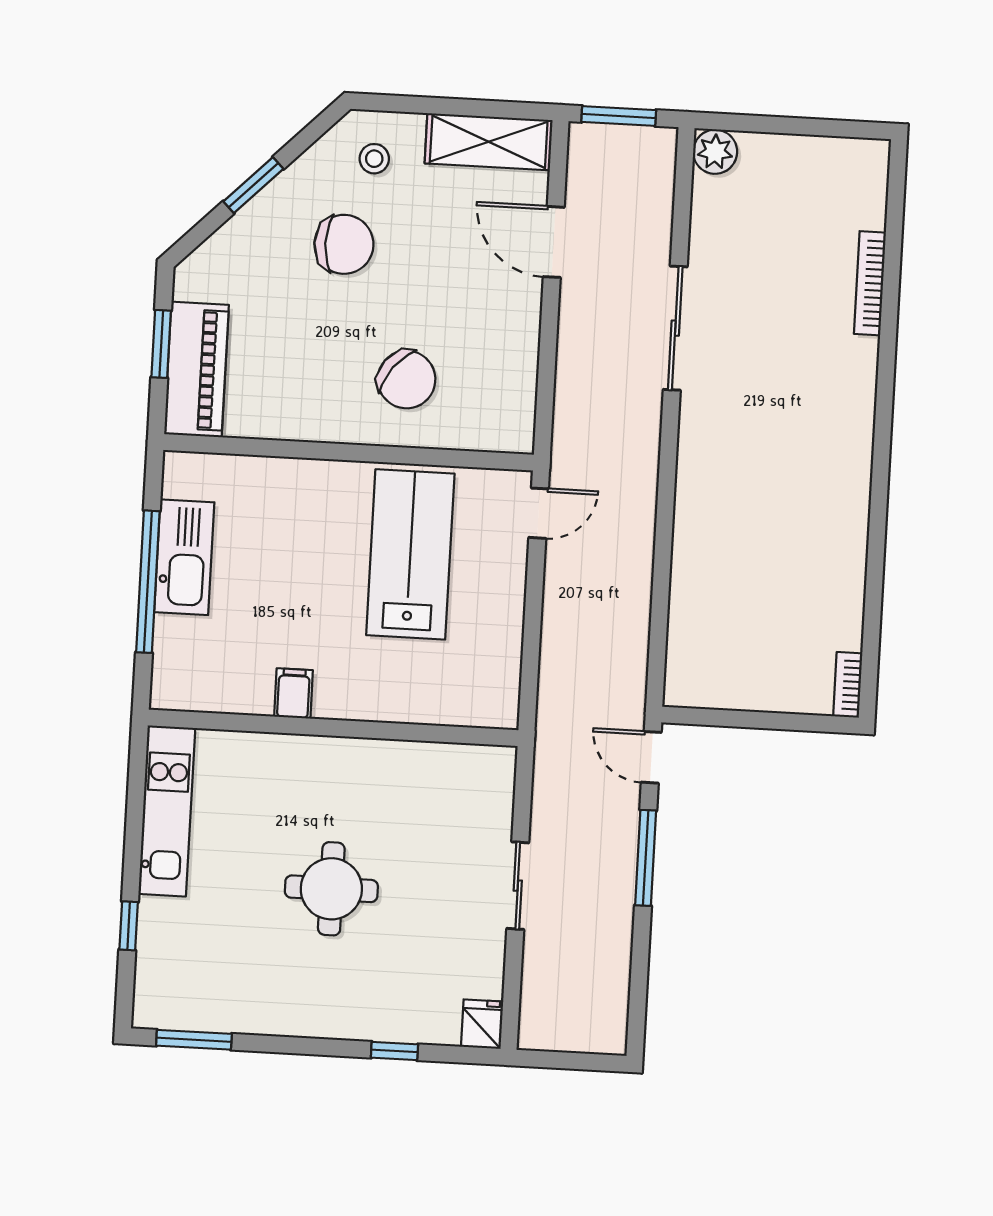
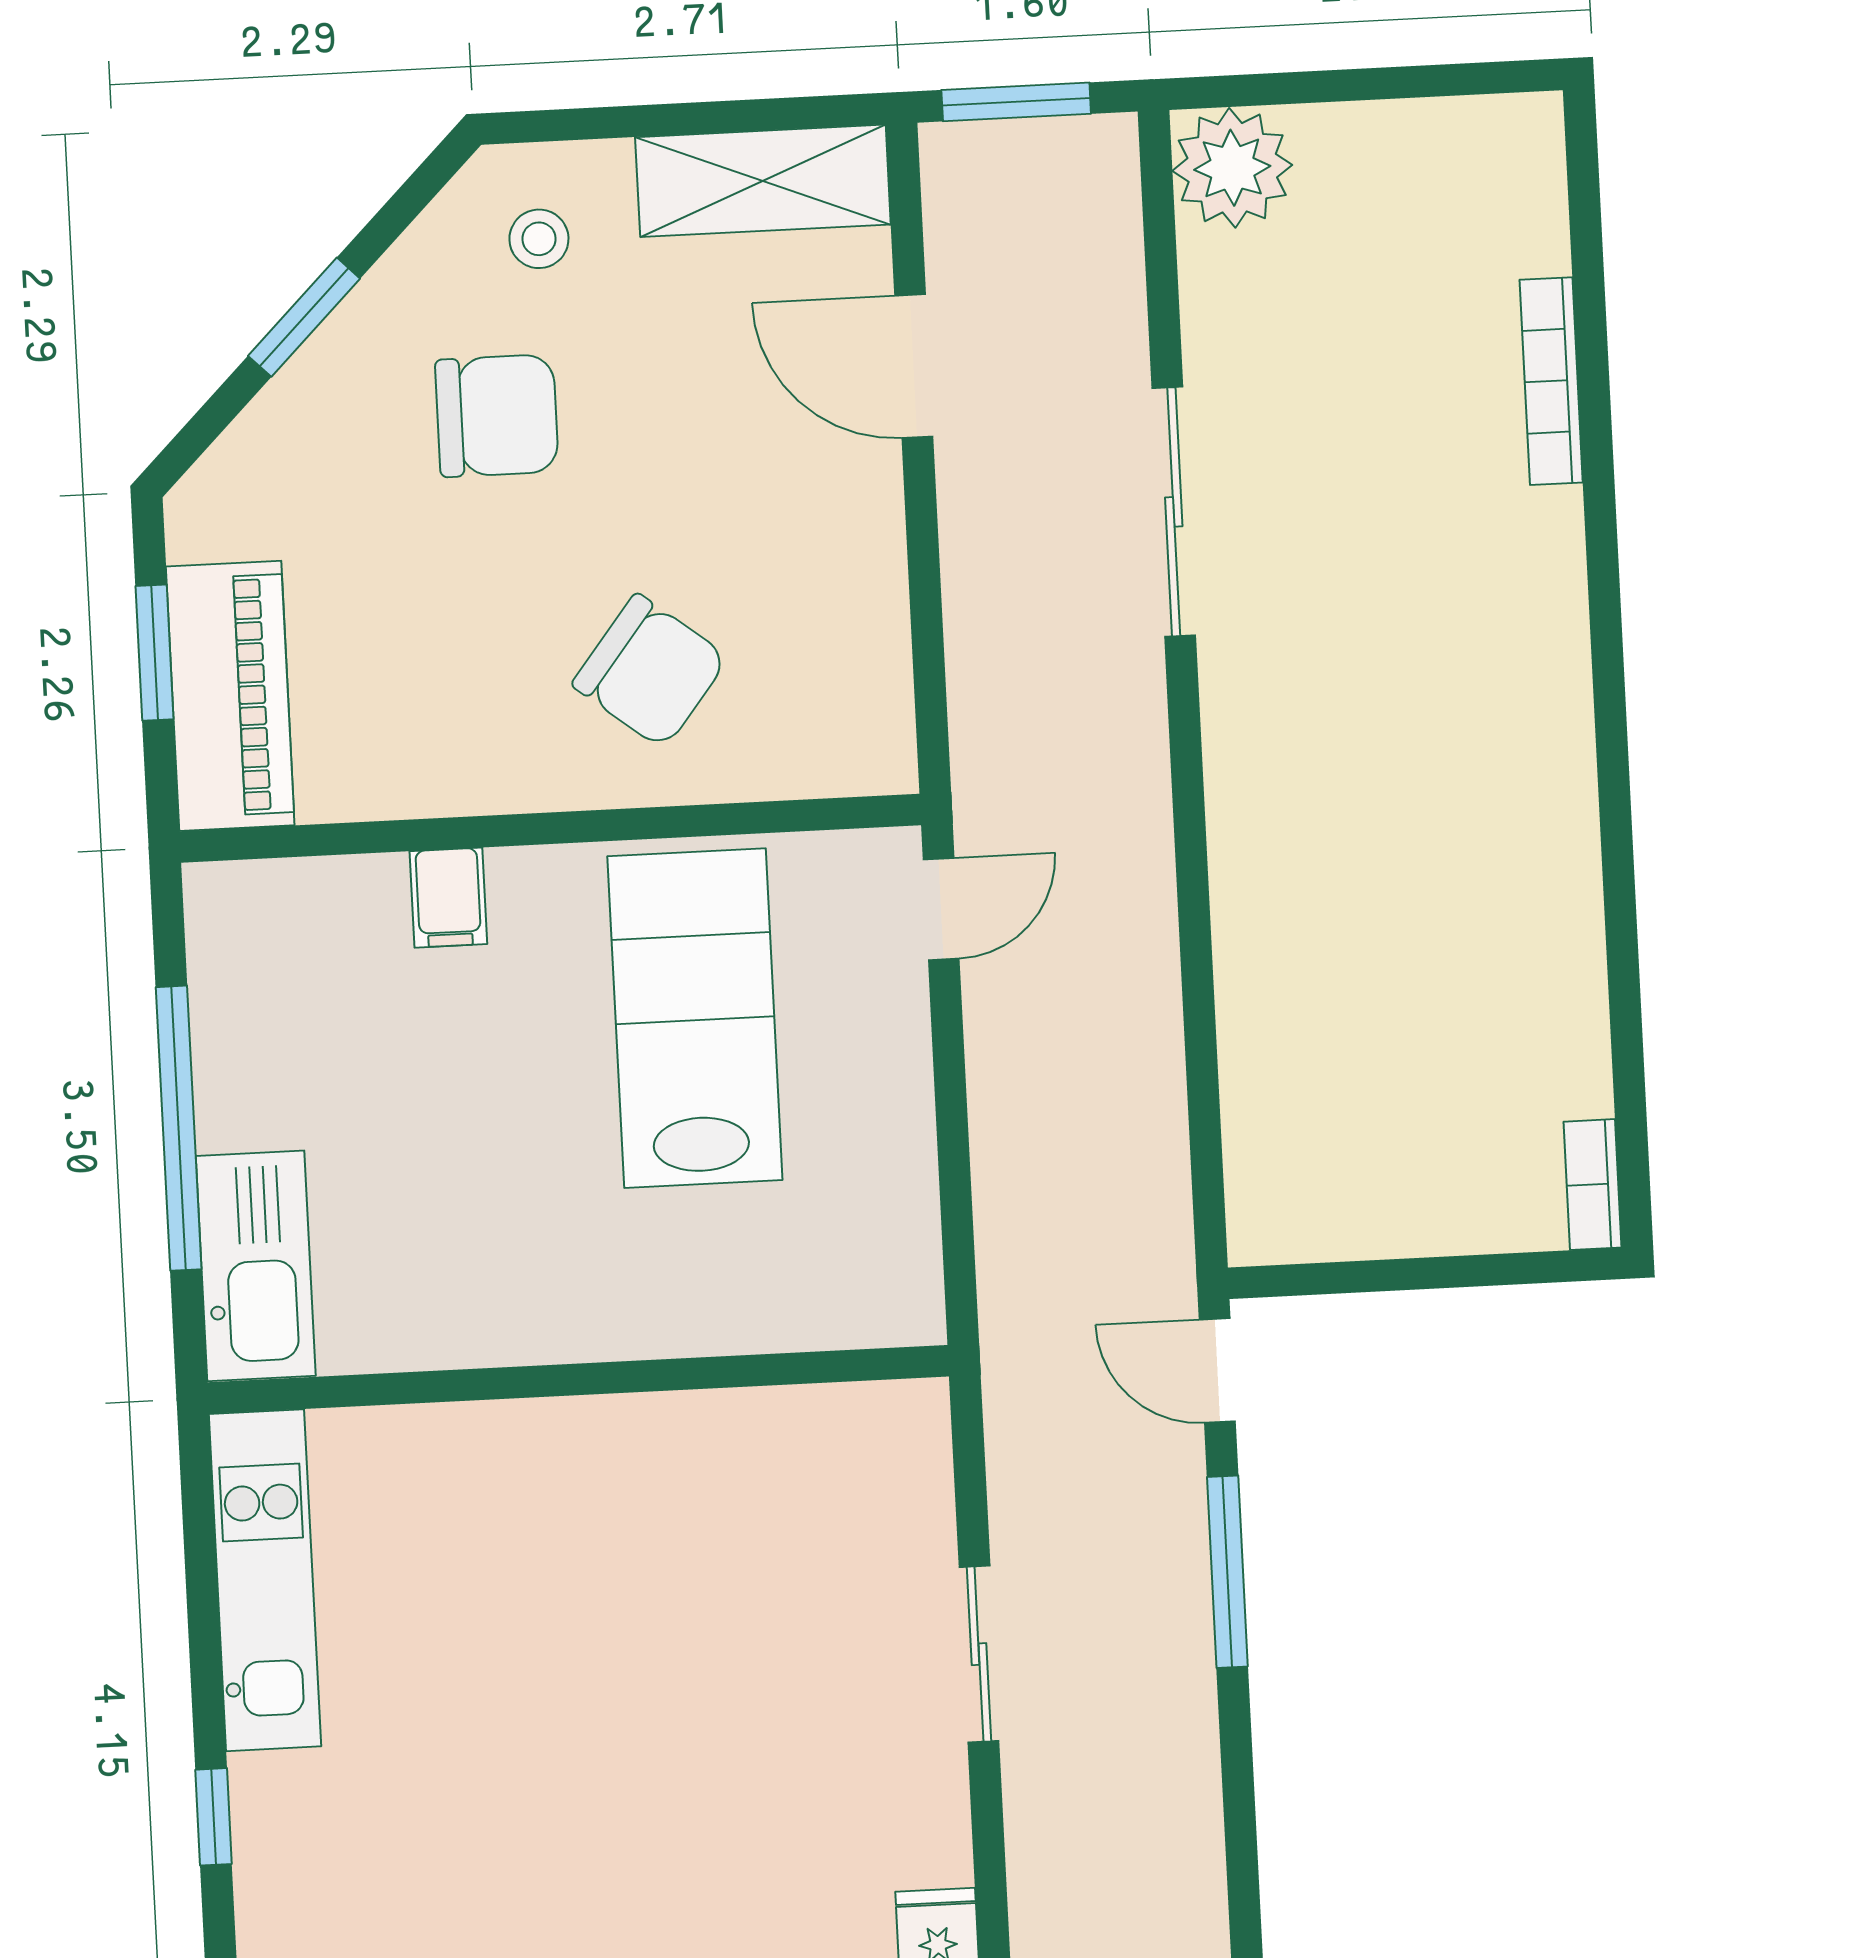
plant: (715, 152) -> (1232, 168), width x1.36, depth x1.36
kitchen sink: (184, 557) -> (256, 1266), moved
filing cabinet: (293, 693) -> (448, 898), moved, turned 180
round table: (331, 889) -> (609, 1700), removed

